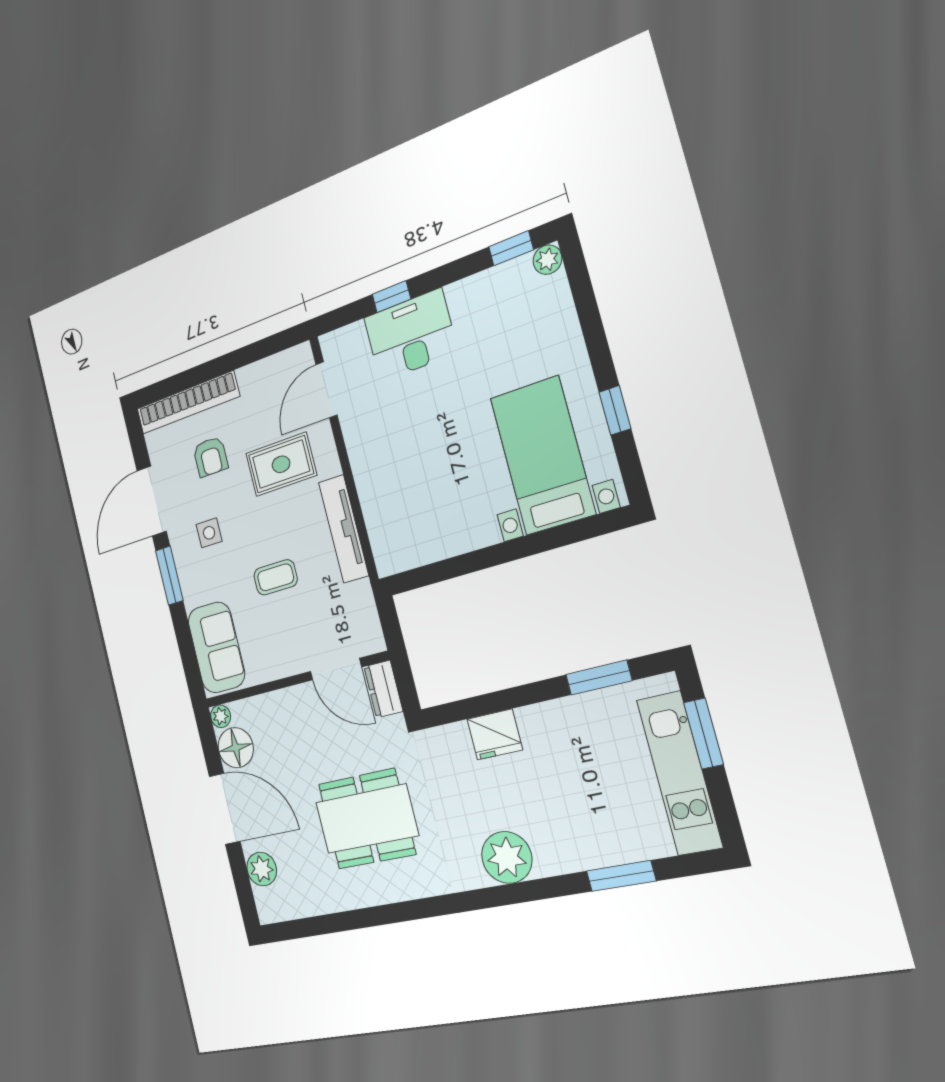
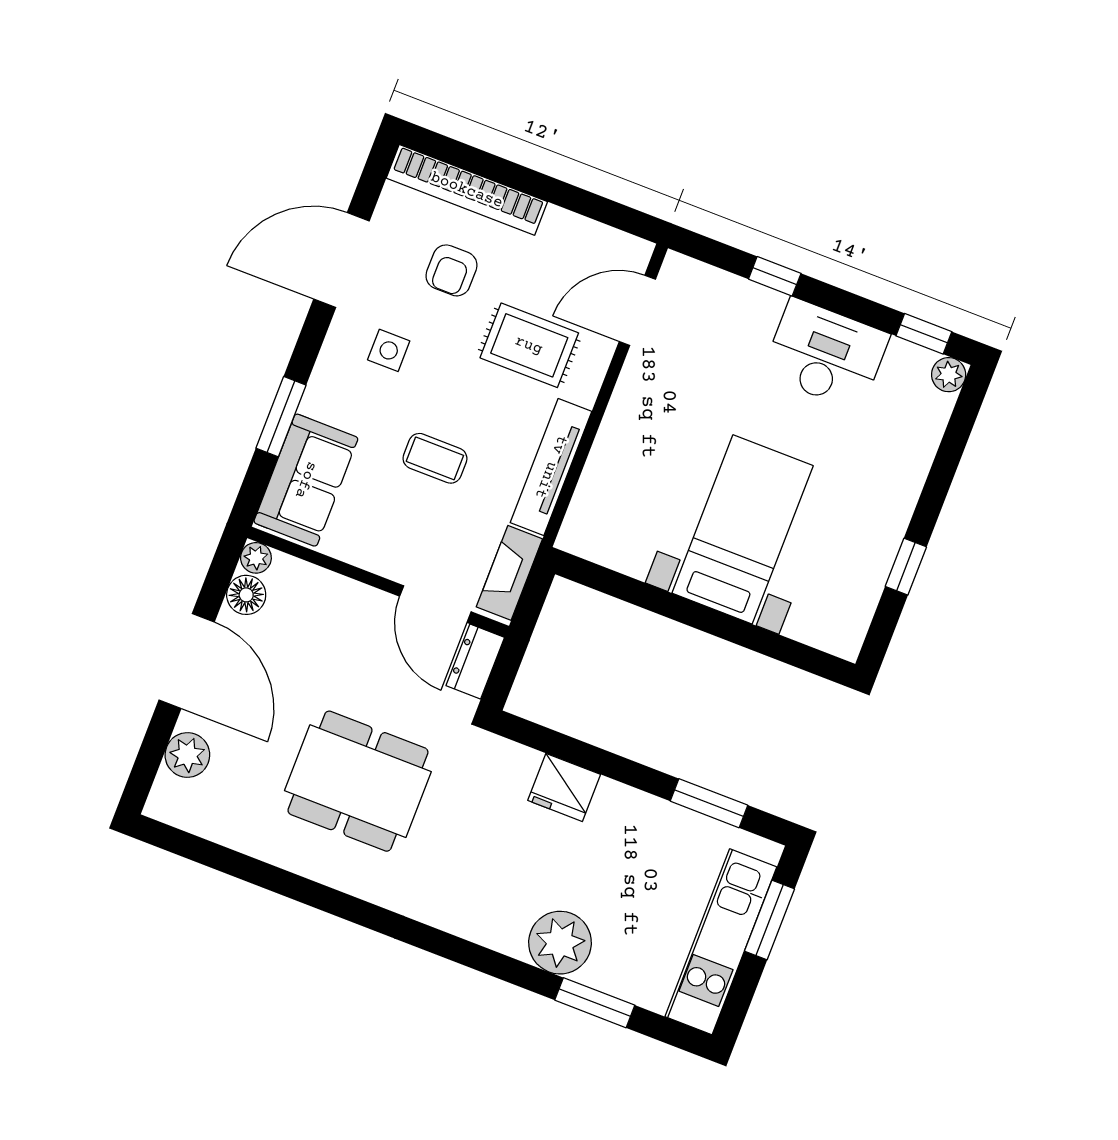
desk: (411, 335) -> (826, 354), moved
bed with nightstands: (542, 456) -> (743, 529), moved
window: (169, 576) -> (281, 417), moved
fireplace: (365, 616) -> (509, 573), added
floor lamp: (236, 748) -> (246, 595), width x0.73, depth x0.73
plant: (507, 857) -> (560, 943), moved

